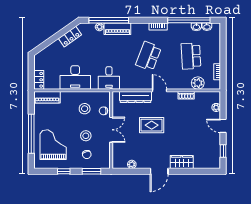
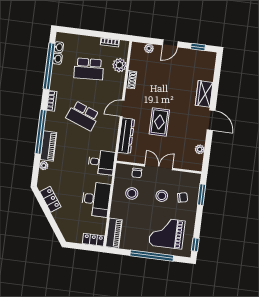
window: (109, 20) -> (41, 132), moved
window: (64, 171) -> (195, 245), moved

